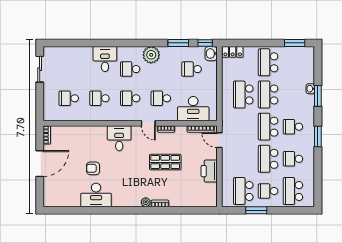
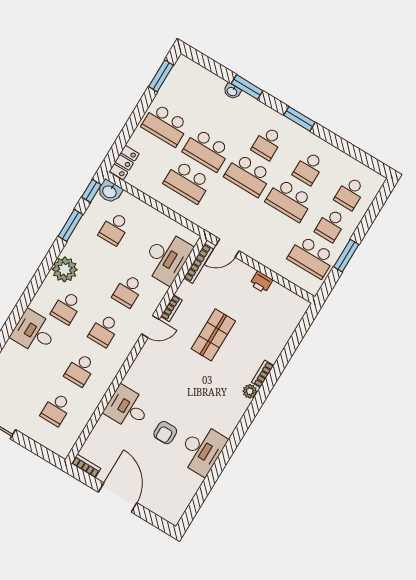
desk: (119, 138) -> (127, 408), moved
printer: (209, 171) -> (261, 282), width x0.53, depth x0.68
school desk: (293, 191) -> (350, 193), width x0.54

